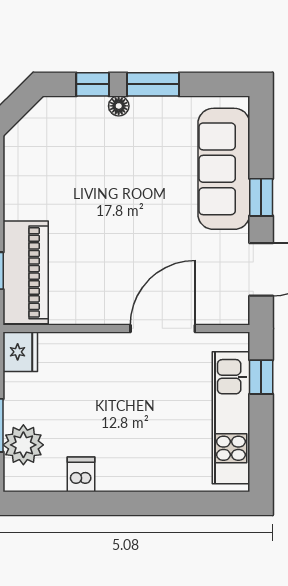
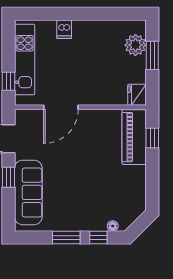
floor lamp: (119, 106) -> (113, 226), moved
dishwasher: (81, 474) -> (64, 29), moved

